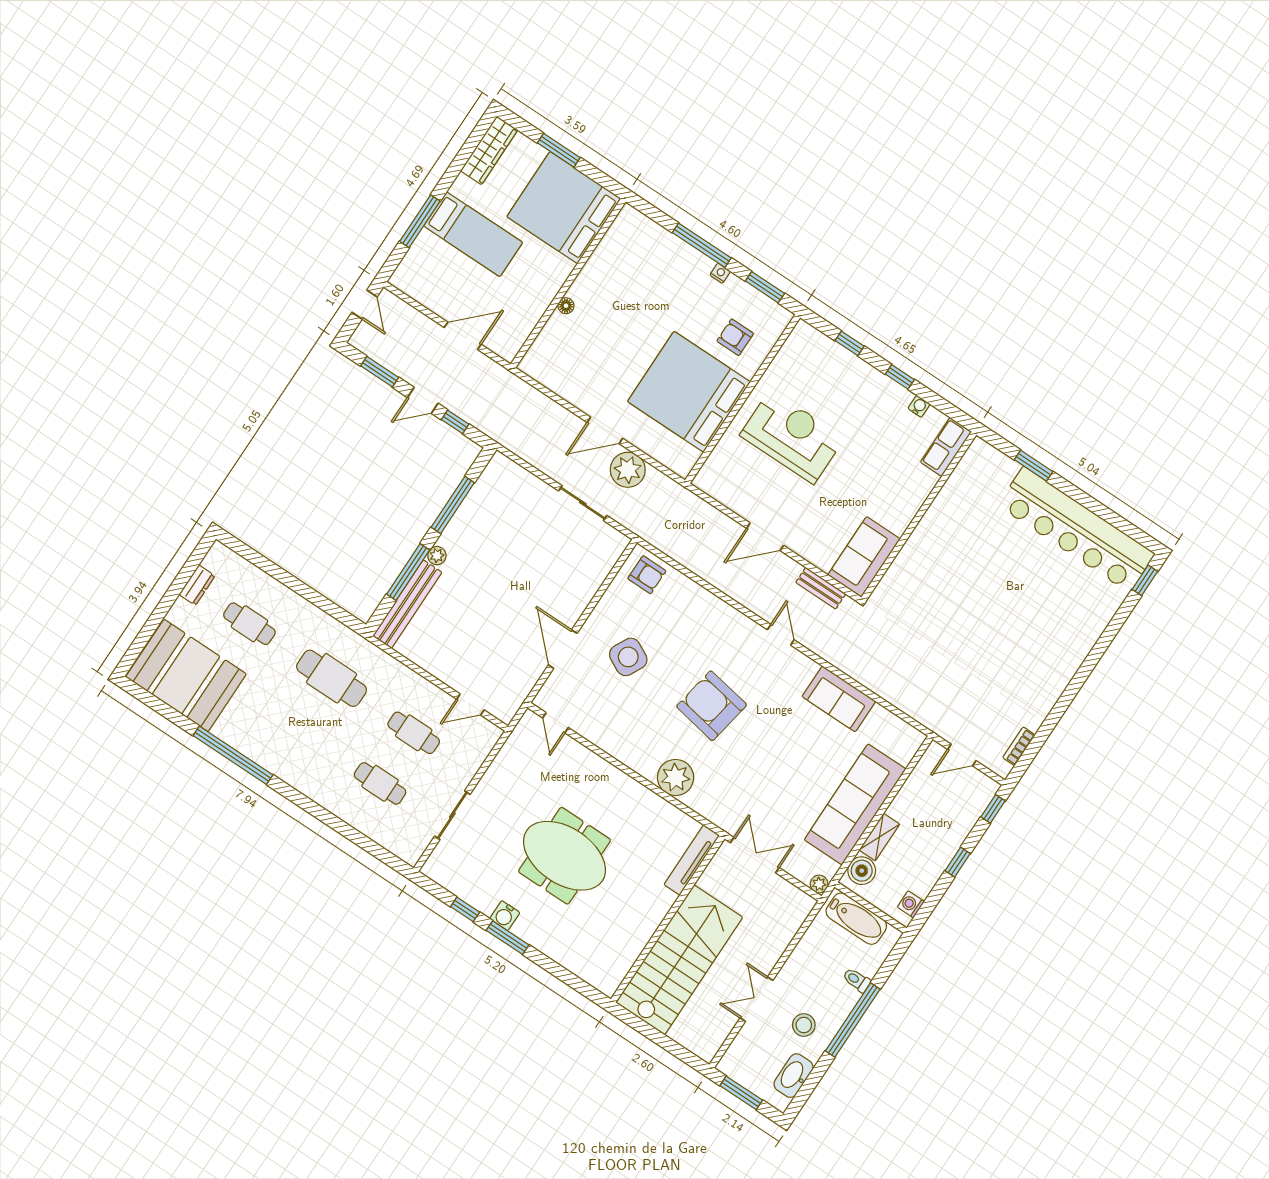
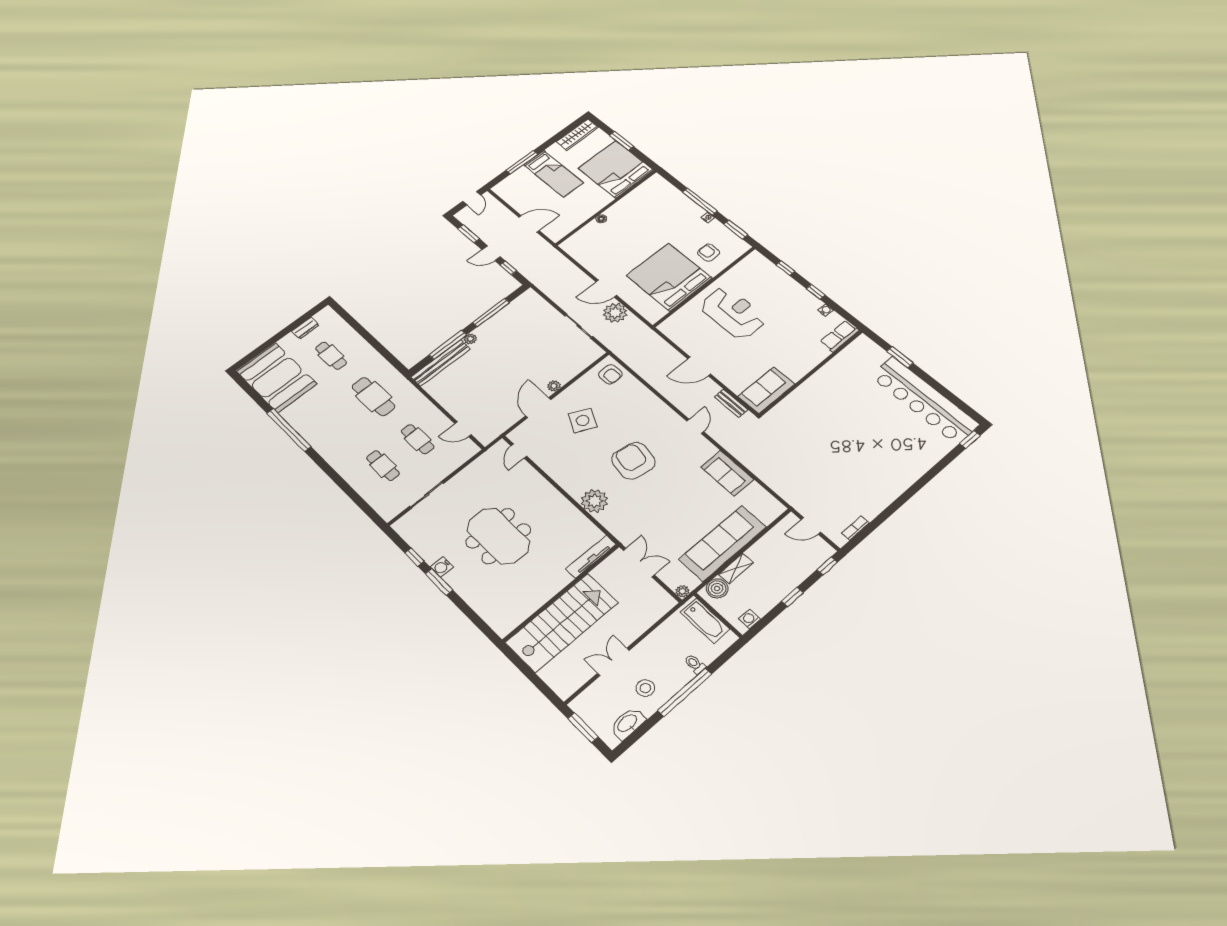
plant: (575, 610) -> (554, 386), added

